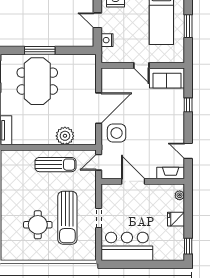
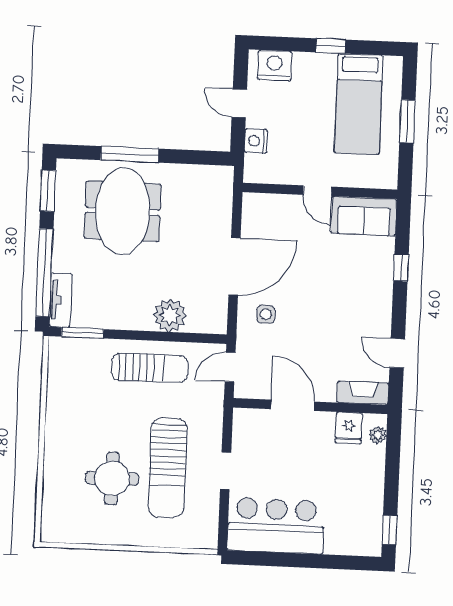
side table: (117, 133) -> (266, 314), width x0.54, depth x0.54
window: (18, 147) -> (82, 333), added
fridge: (176, 219) -> (349, 428), moved, turned -90

